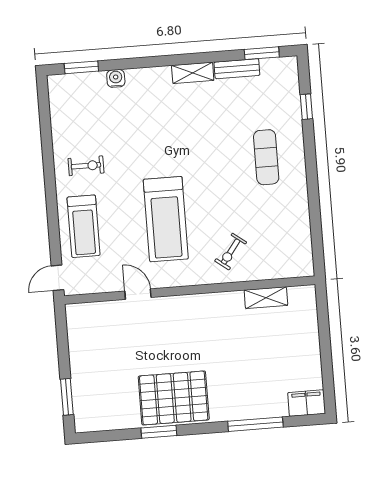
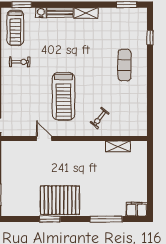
bench: (237, 69) -> (60, 12), moved
treadmill: (84, 226) -> (15, 28), moved

